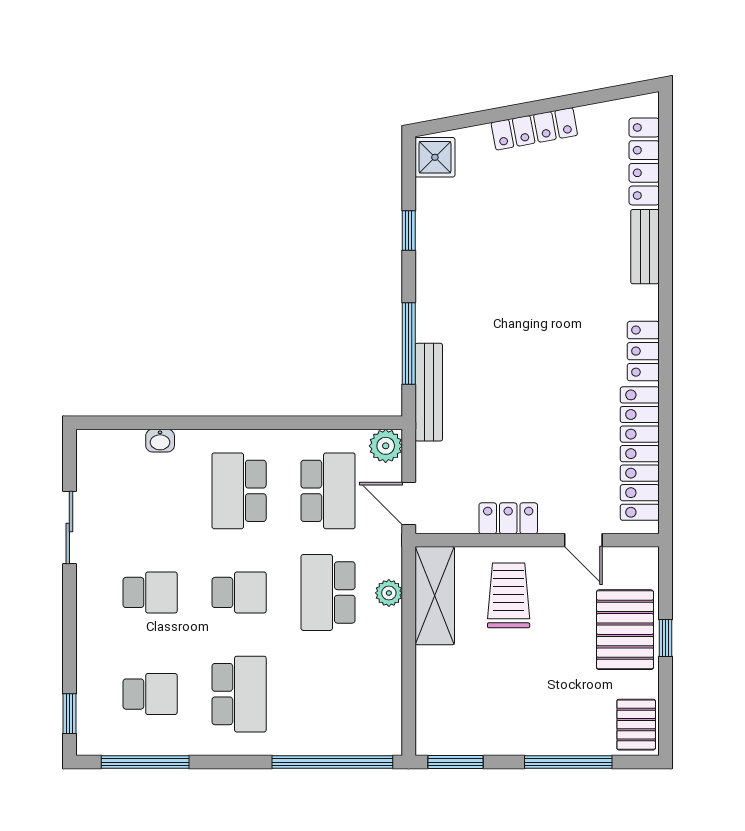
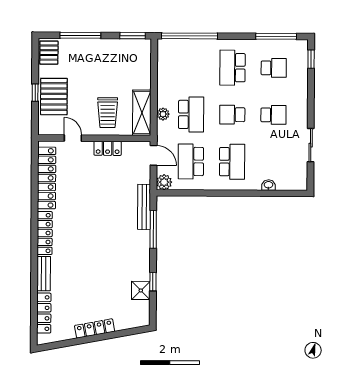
shower: (435, 157) -> (141, 290), moved
locker: (643, 351) -> (45, 233), width x1.53
school desk: (150, 592) -> (273, 115), turned 180
school desk: (150, 694) -> (274, 68), turned 180

